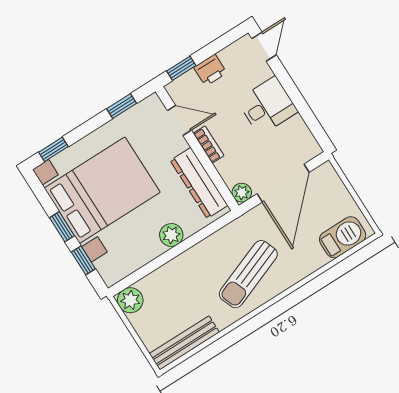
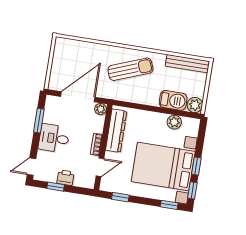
window: (181, 68) -> (56, 187), moved
window: (305, 111) -> (39, 121), added
door: (179, 120) -> (100, 167), swing flipped
plant: (171, 235) -> (174, 122), moved
barbecue: (343, 237) -> (173, 100), moved, turned 180
window: (83, 260) -> (192, 190), moved

